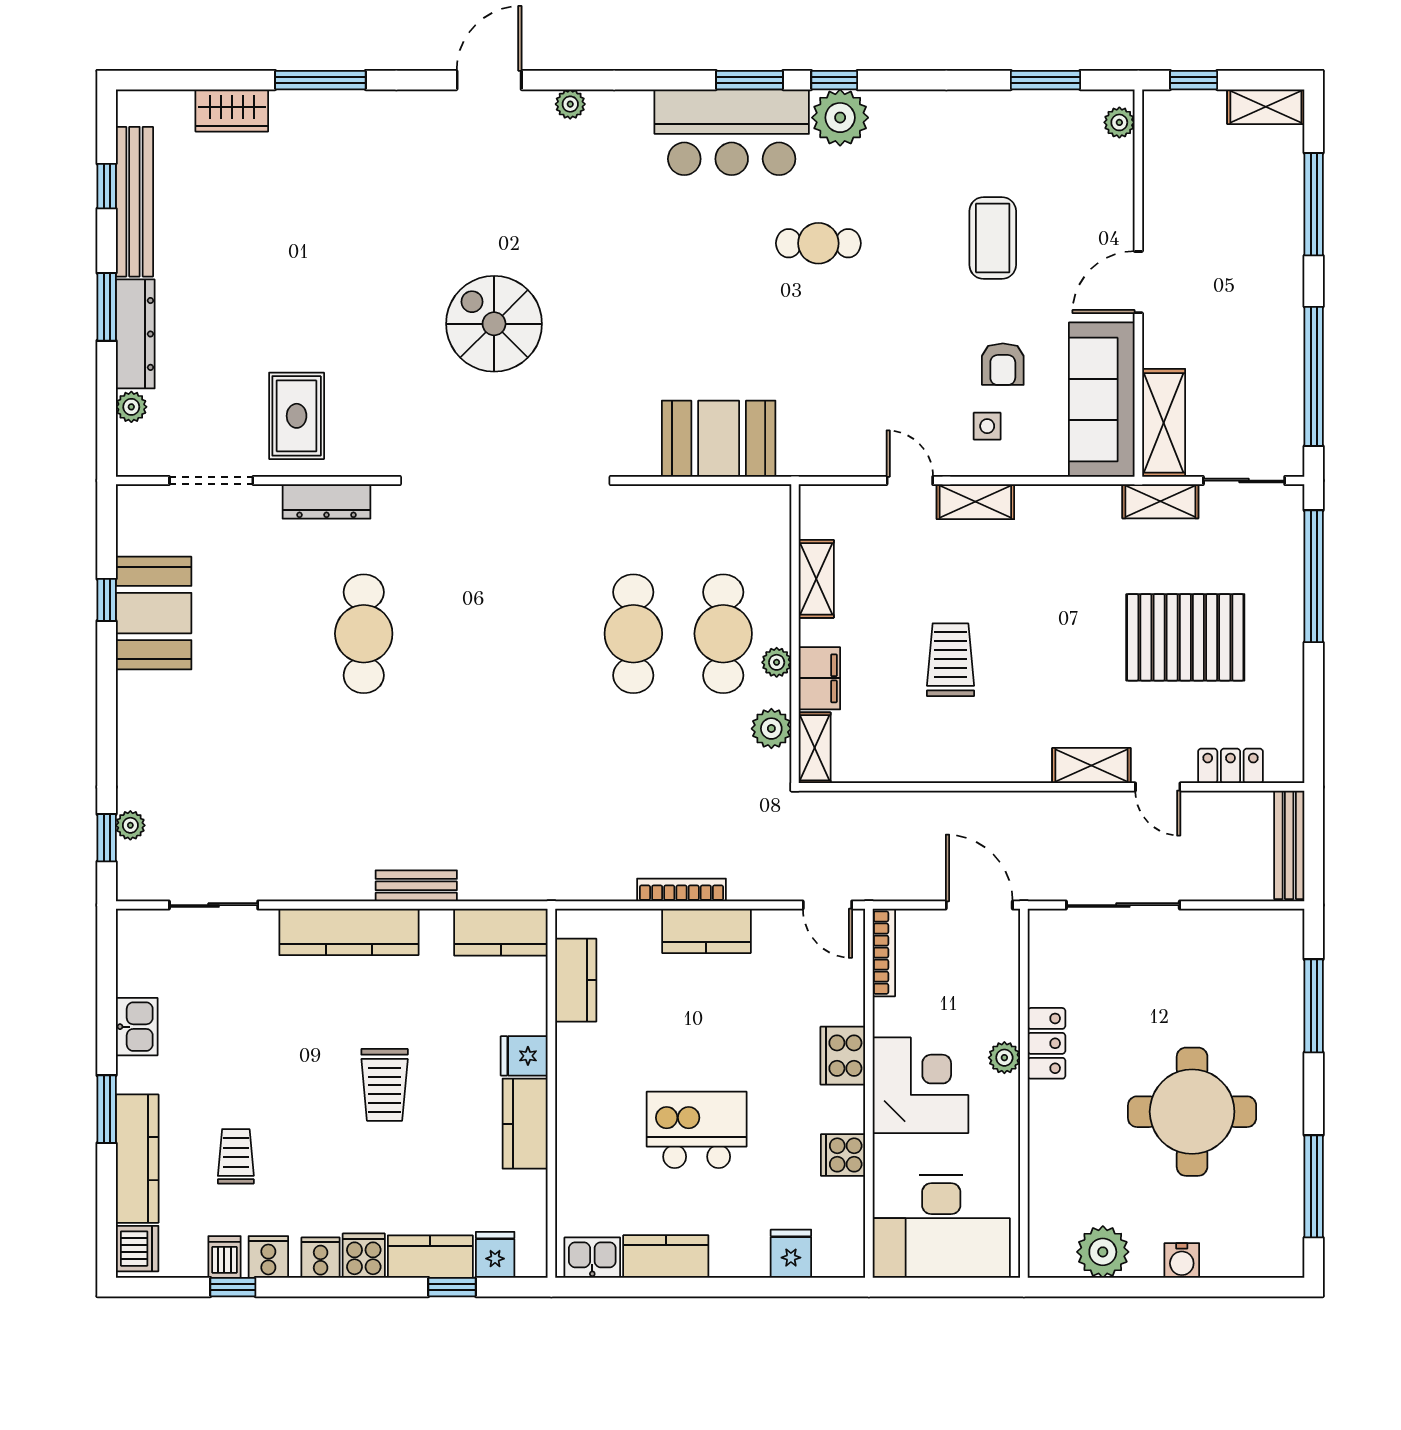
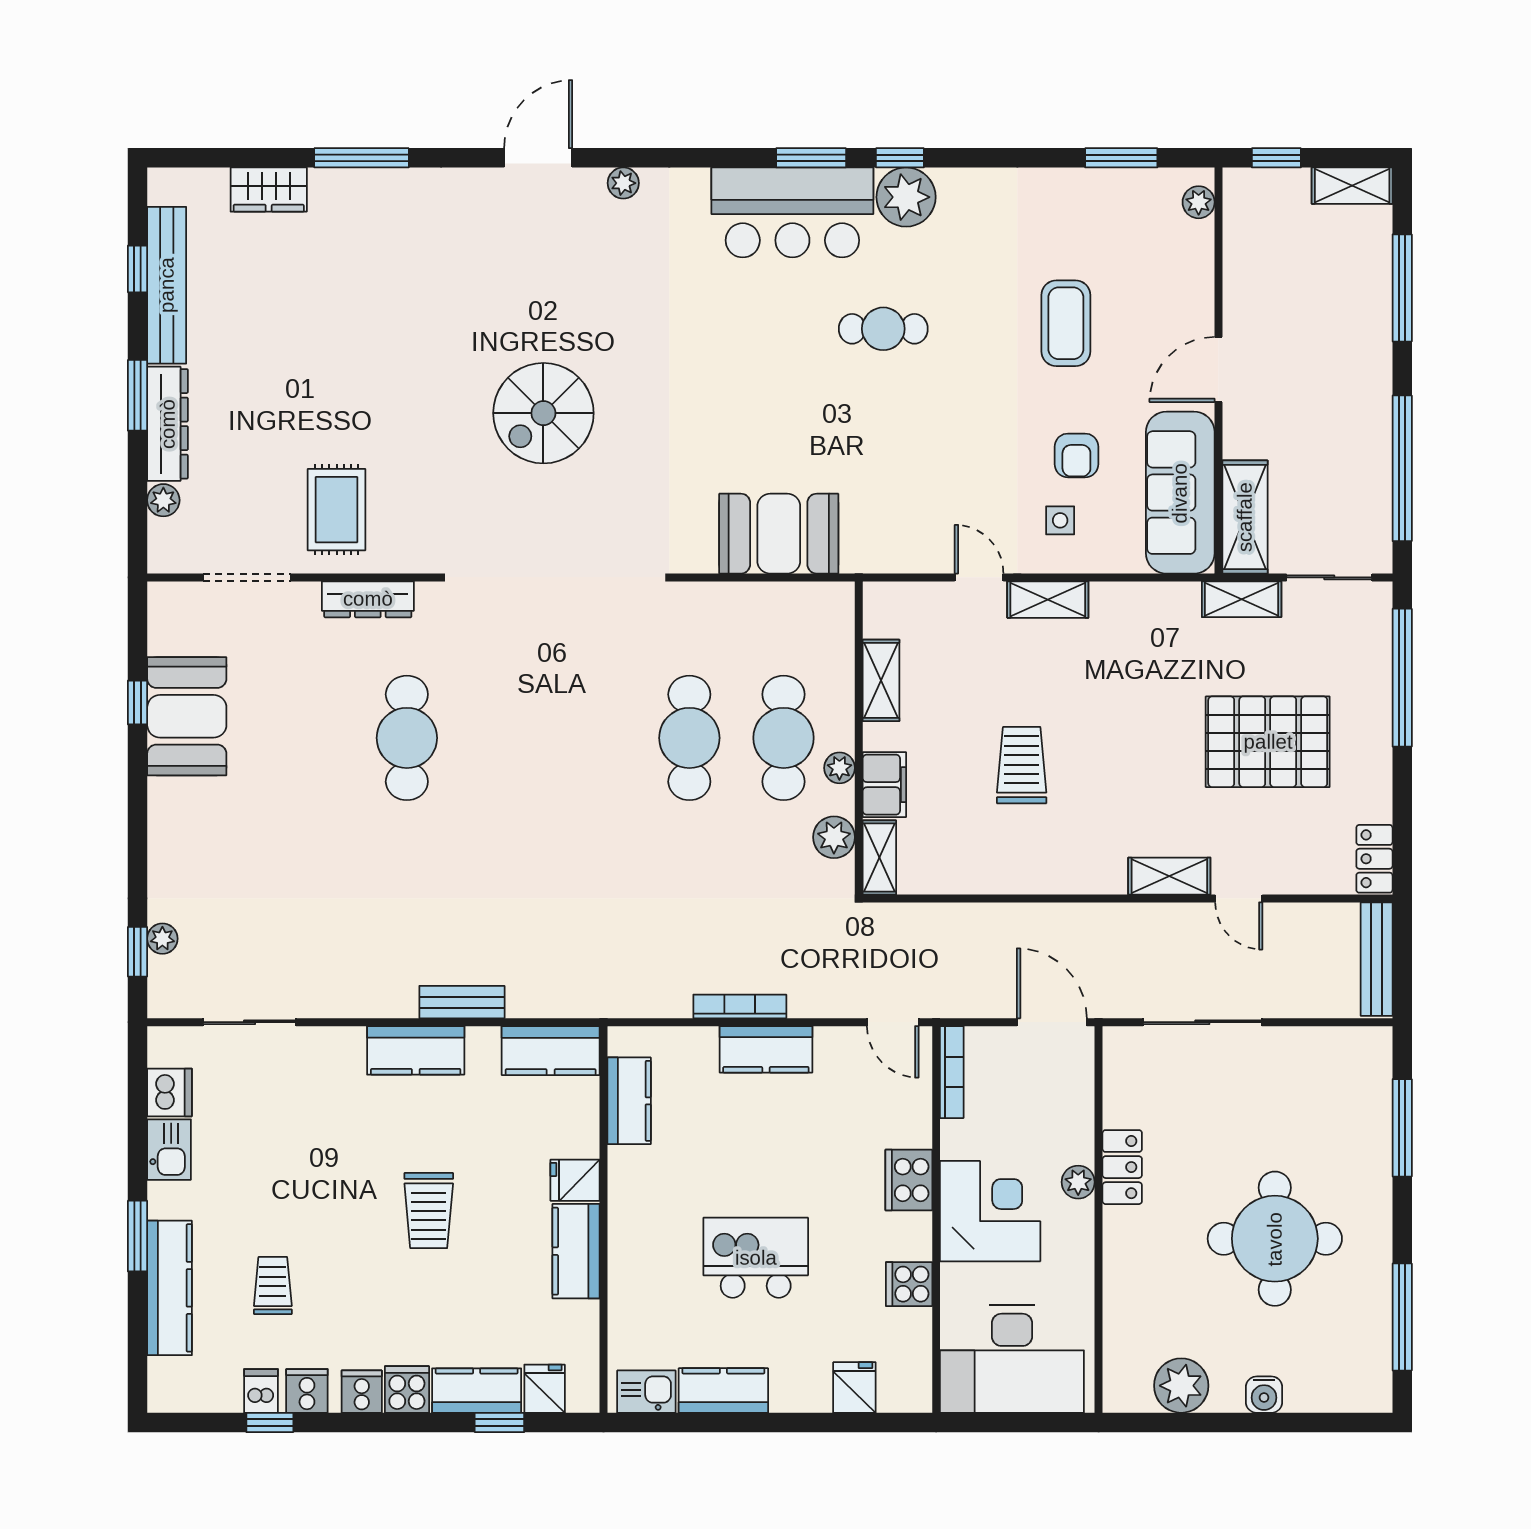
spiral stairs: (494, 324) -> (543, 413), turned -90
locker: (1230, 766) -> (1374, 859), moved, turned -90
kitchen counter: (349, 932) -> (416, 1050), width x0.67
dishwasher: (137, 1249) -> (169, 1092), moved

